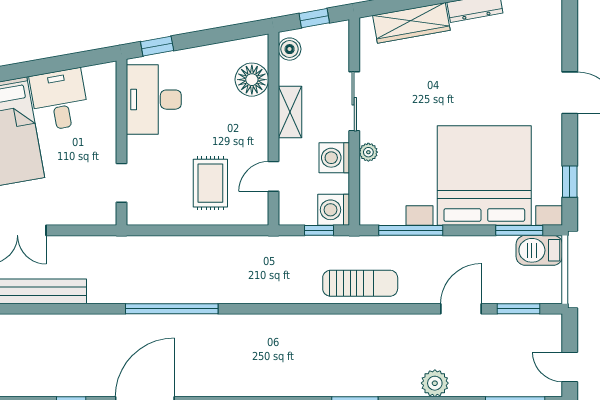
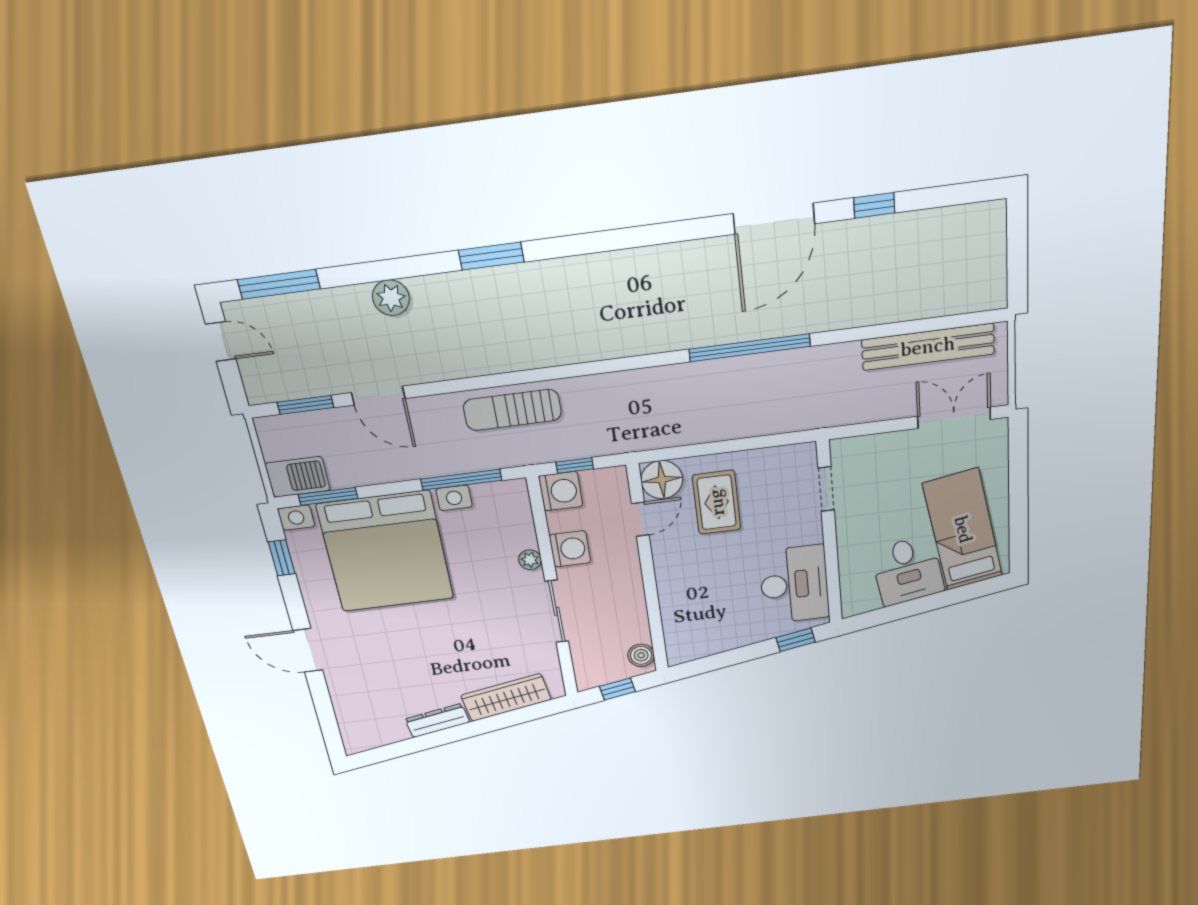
floor lamp: (252, 80) -> (662, 480), moved
shelving: (290, 112) -> (631, 591), removed
door: (461, 309) -> (378, 396), hinge flipped

